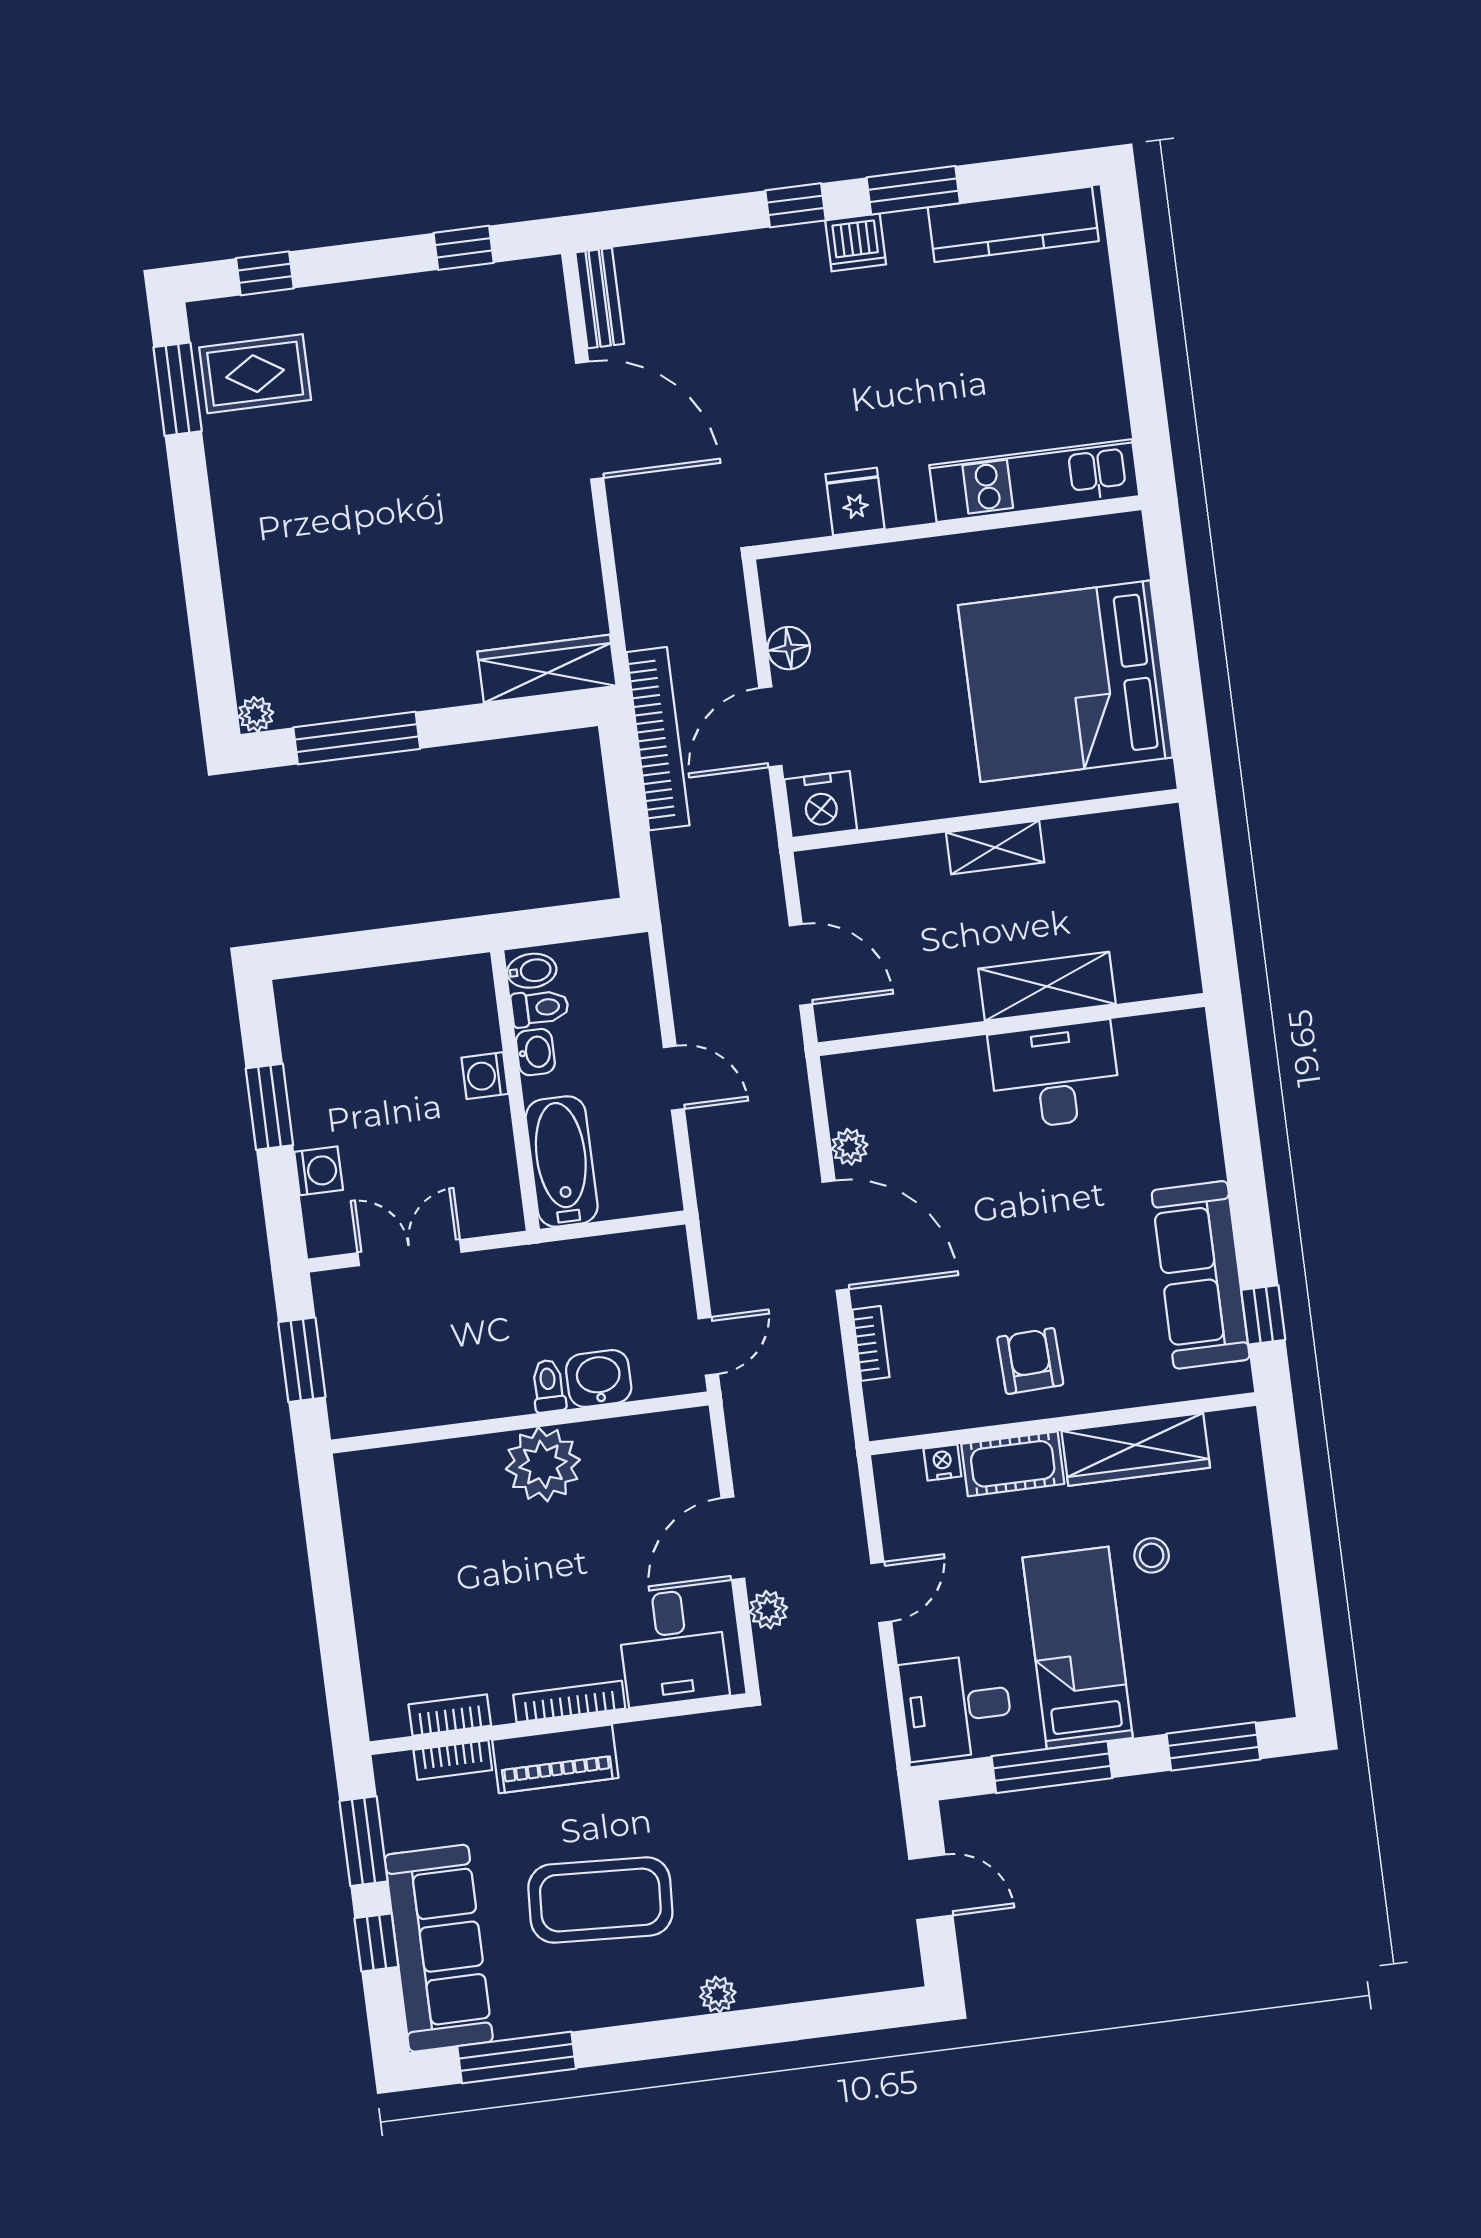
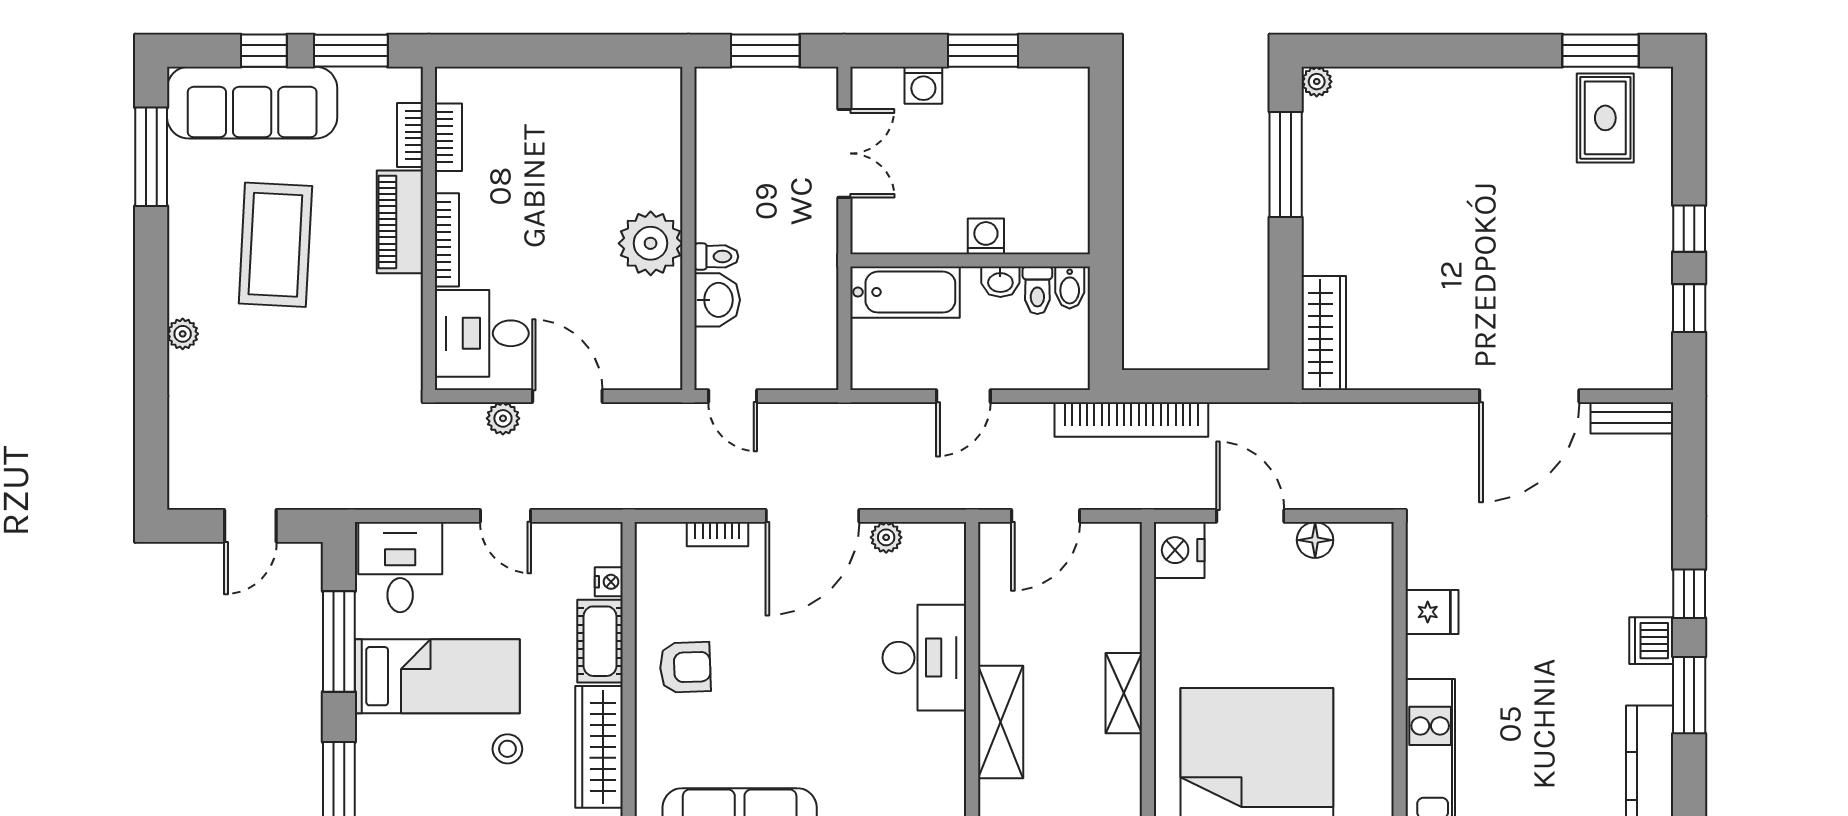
window: (265, 273) -> (1689, 229), moved
bookcase: (658, 739) -> (1131, 420), moved
desk: (1055, 1075) -> (924, 658), moved

